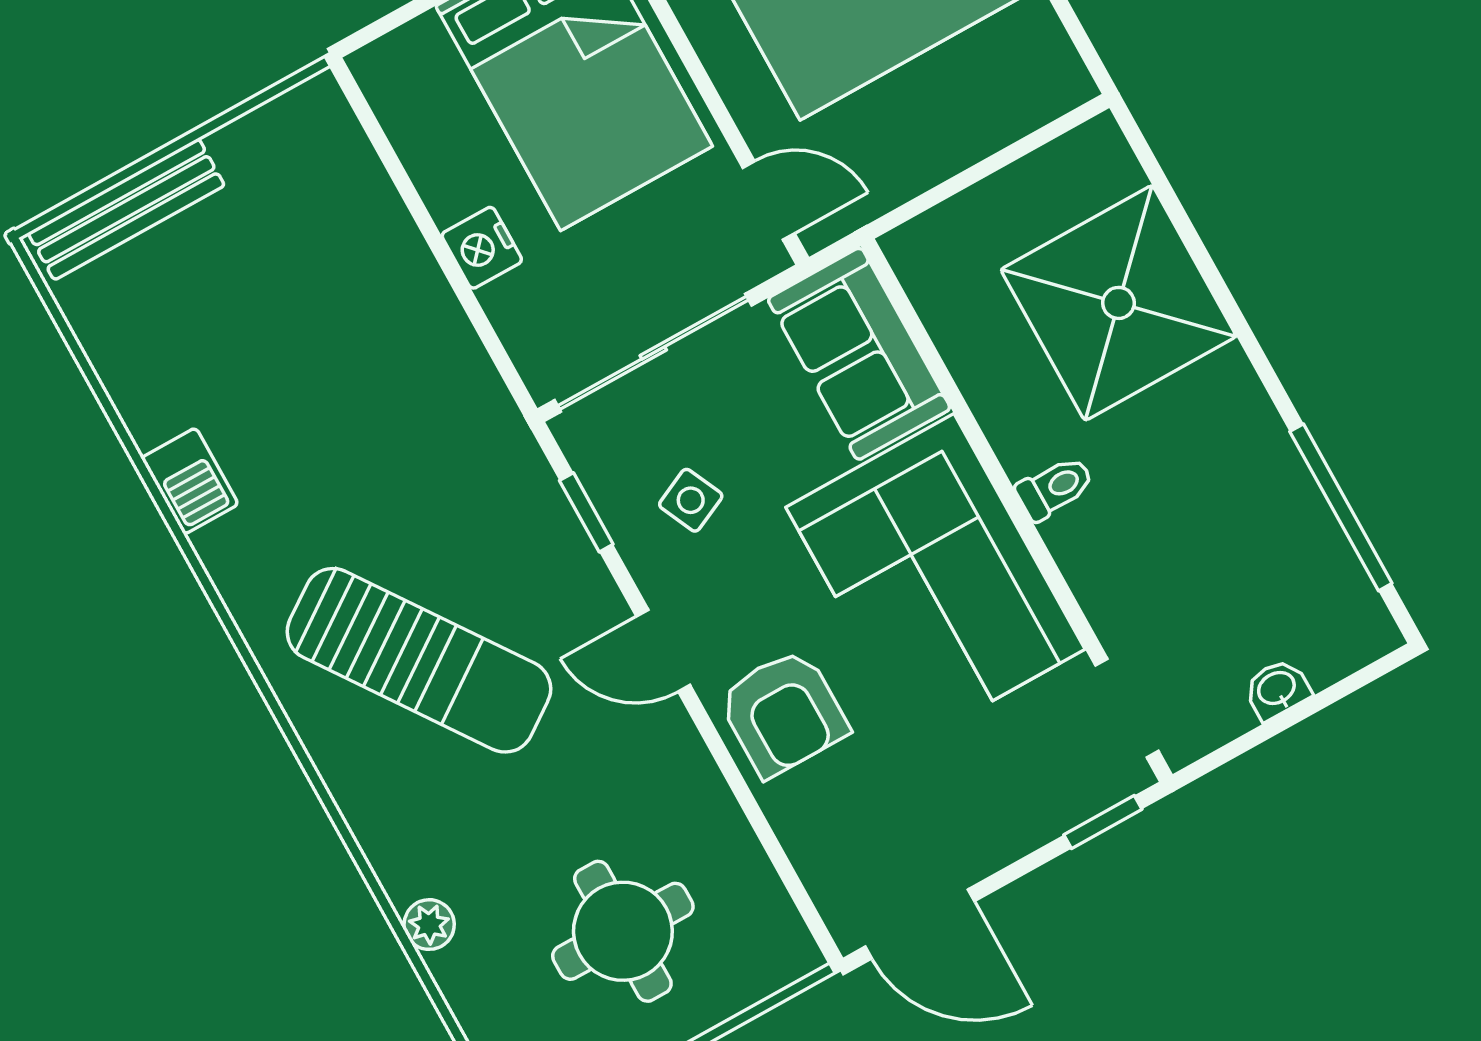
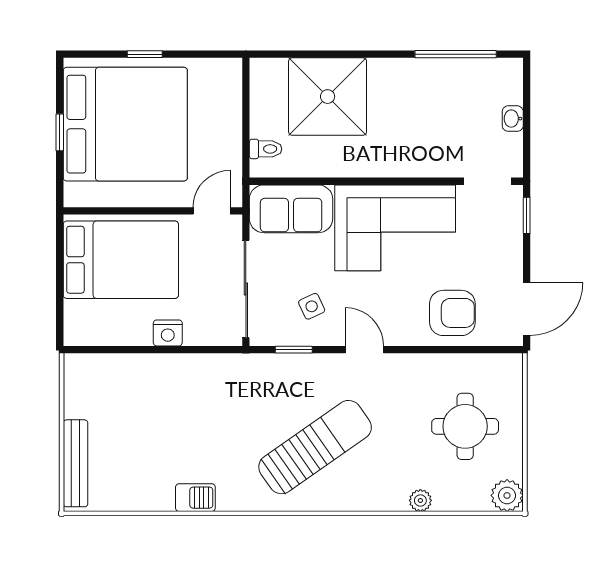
toilet: (1055, 488) -> (266, 149), moved, turned 90
door: (663, 651) -> (364, 350), swing flipped
armchair: (783, 713) -> (452, 313), moved

